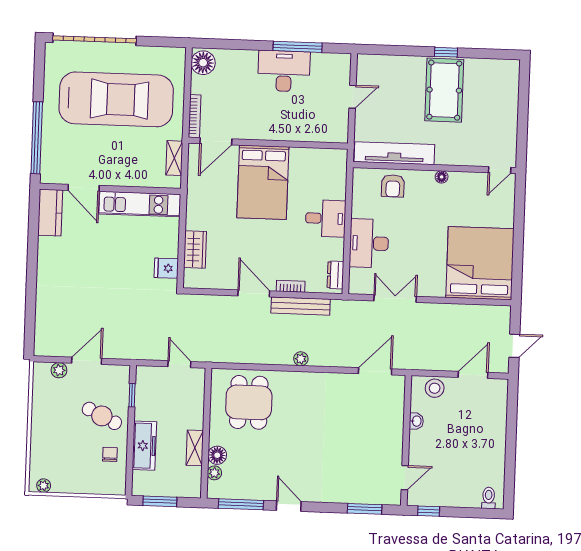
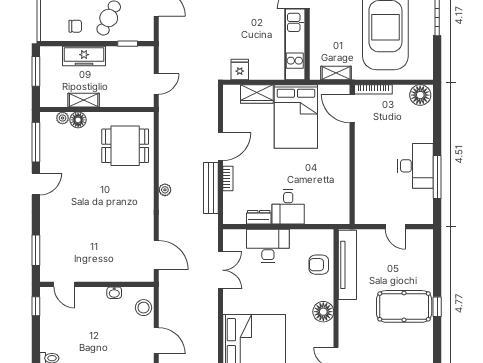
floor lamp: (442, 177) -> (323, 312), width x1.89, depth x1.89
bed: (263, 182) -> (296, 116), moved, turned -90
dresser: (335, 275) -> (259, 217), moved

